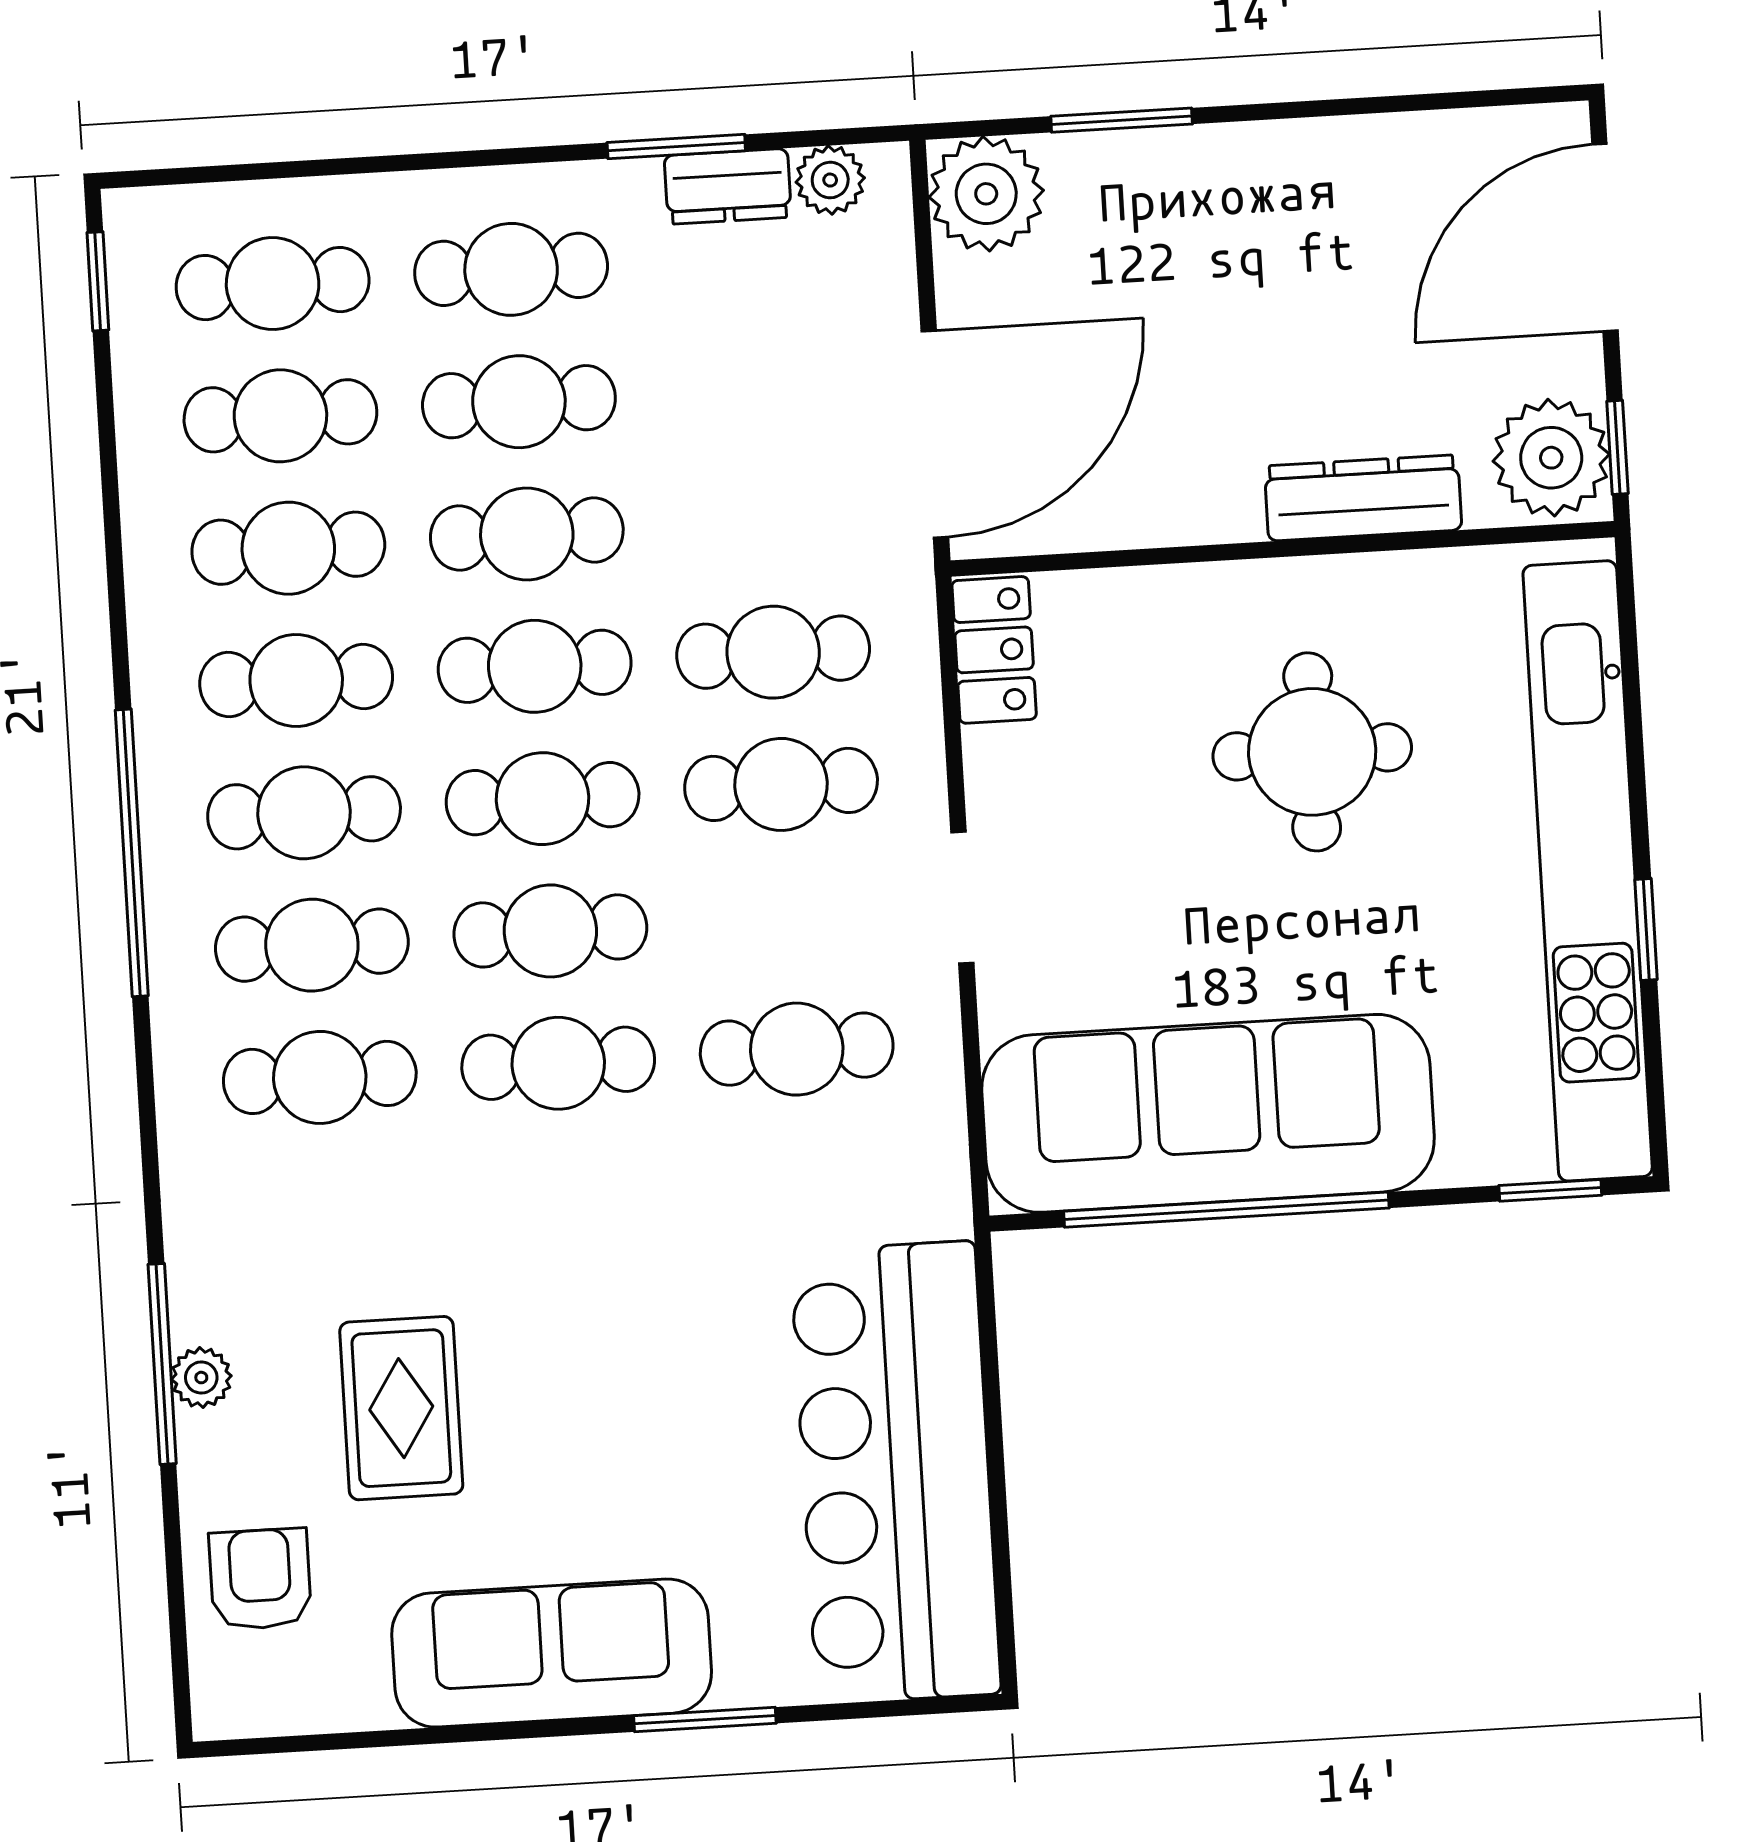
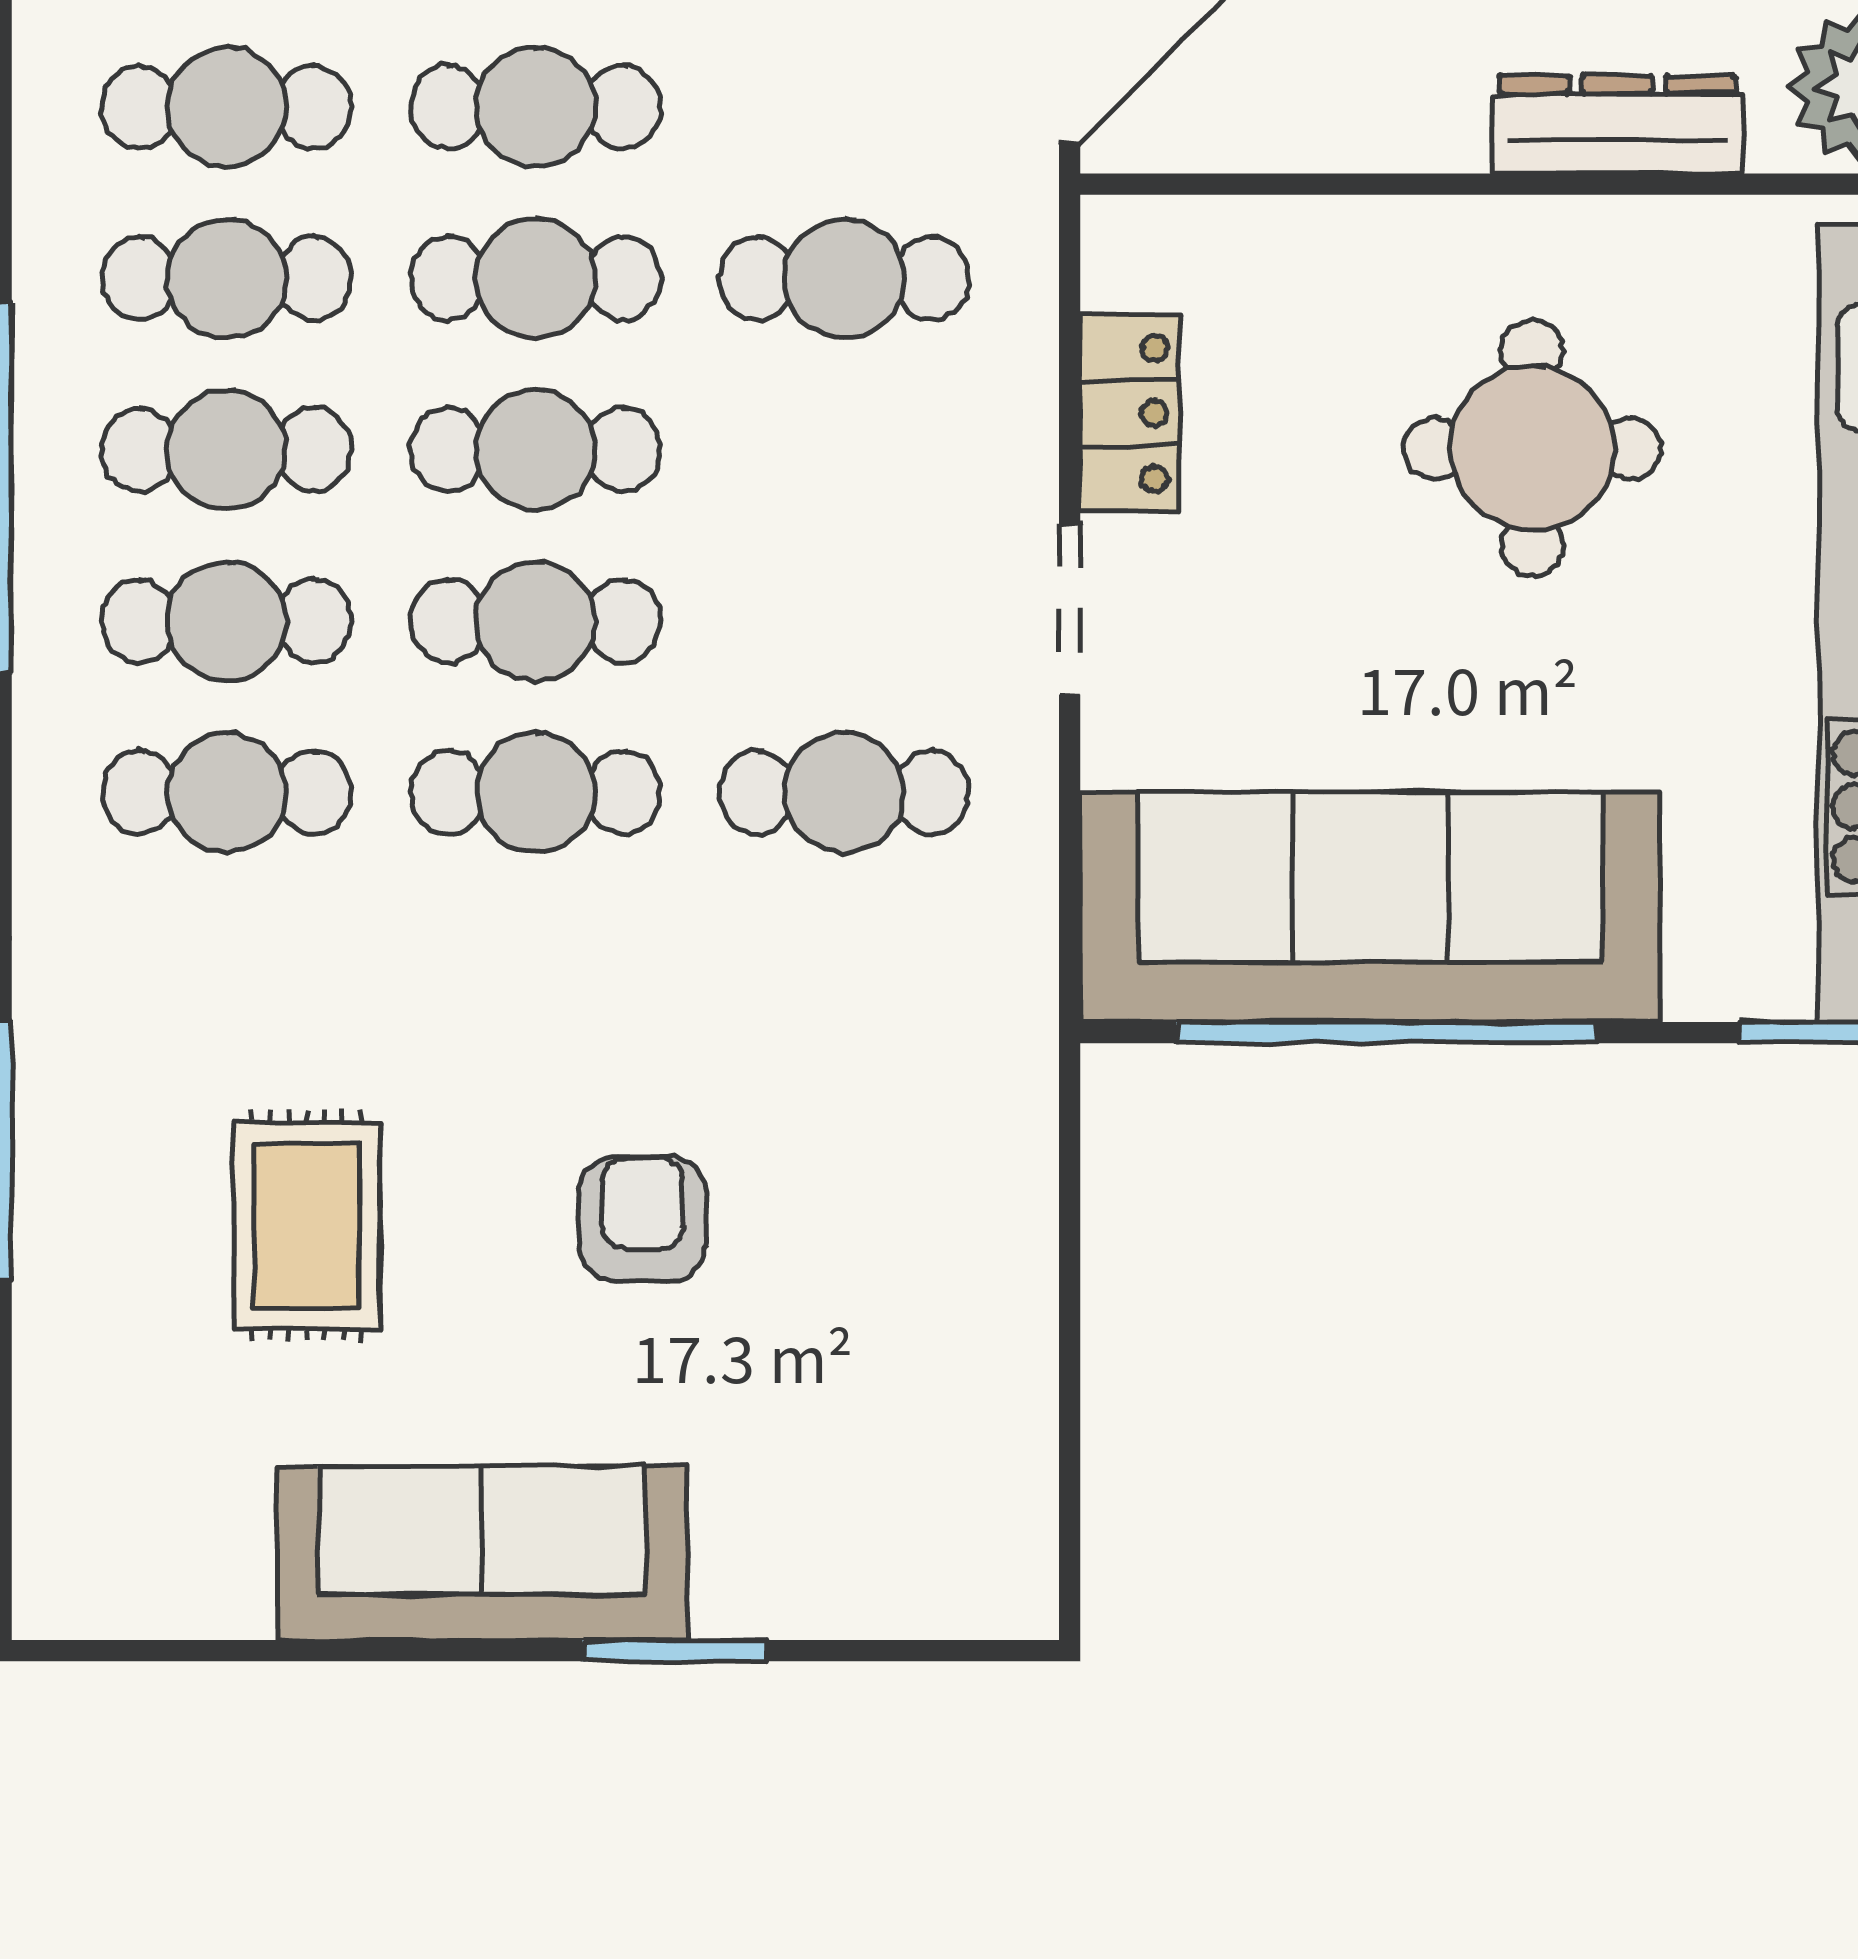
locker: (994, 650) -> (1130, 414), moved
cafe table: (781, 784) -> (844, 450), removed
plant: (201, 1378) -> (51, 1171), removed
bar counter: (896, 1472) -> (939, 1346), removed
armchair: (260, 1579) -> (642, 1219), moved

